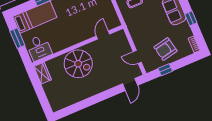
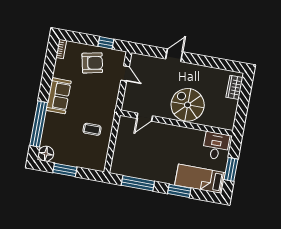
window: (191, 18) -> (47, 77), removed
wardrobe: (43, 73) -> (234, 87), moved
door: (130, 85) -> (174, 55), moved

